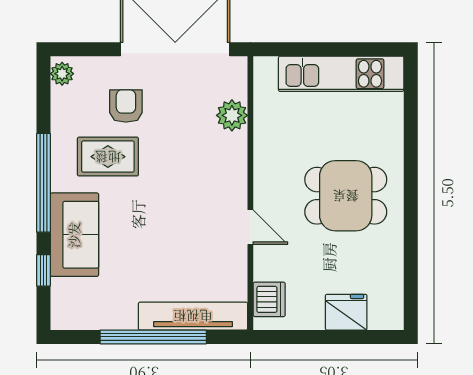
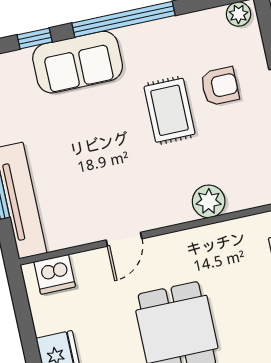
plant: (232, 115) -> (209, 201), moved
rug: (108, 157) -> (169, 110), moved

